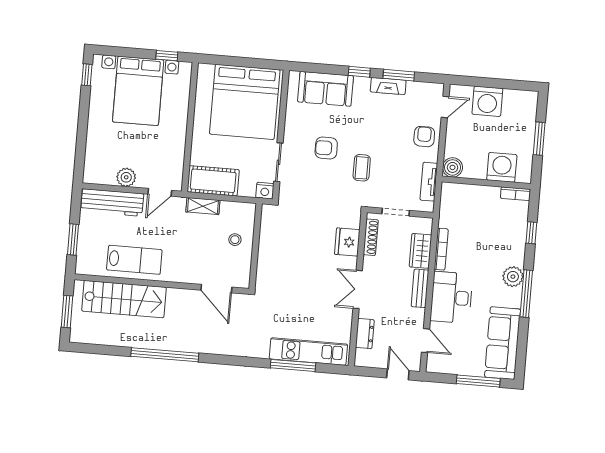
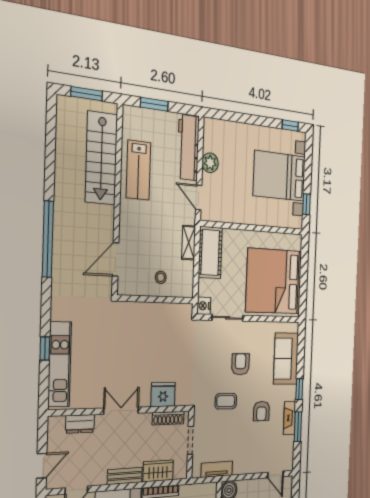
armchair: (424, 137) -> (261, 411), moved, turned 90
window: (165, 355) -> (48, 239), moved
window: (293, 365) -> (45, 348), width x0.46

